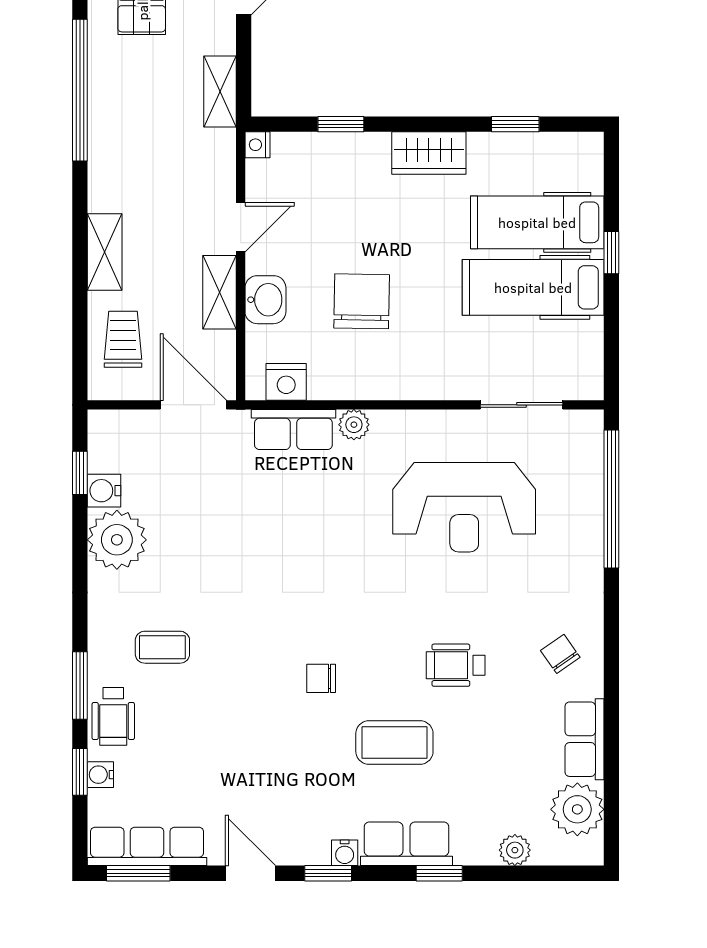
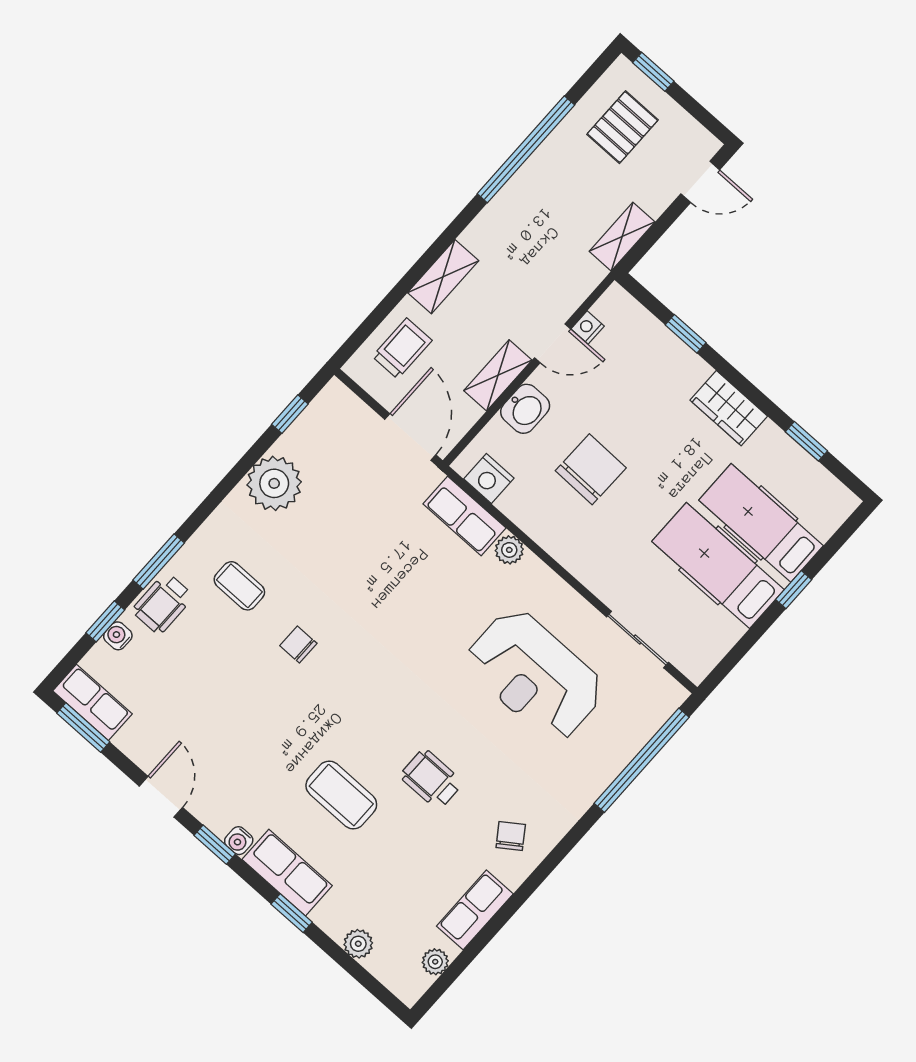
nightstand: (257, 145) -> (588, 327), moved
water cooler: (104, 491) -> (295, 441), removed
chair: (321, 678) -> (298, 645), moved
plant: (577, 809) -> (435, 962), width x0.53, depth x0.53
row of seats: (147, 846) -> (92, 702), width x0.68

